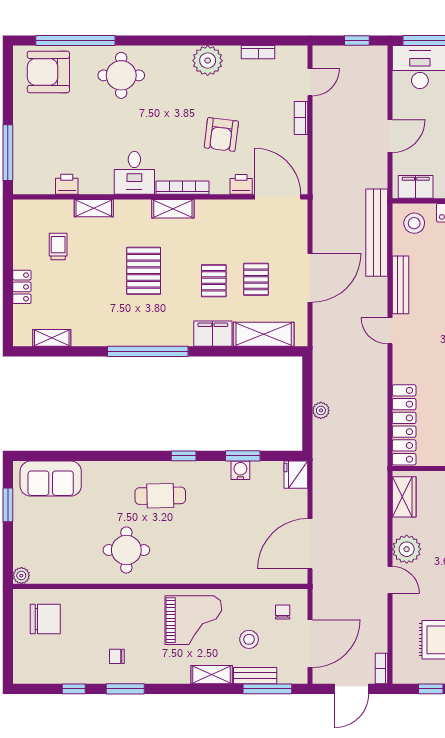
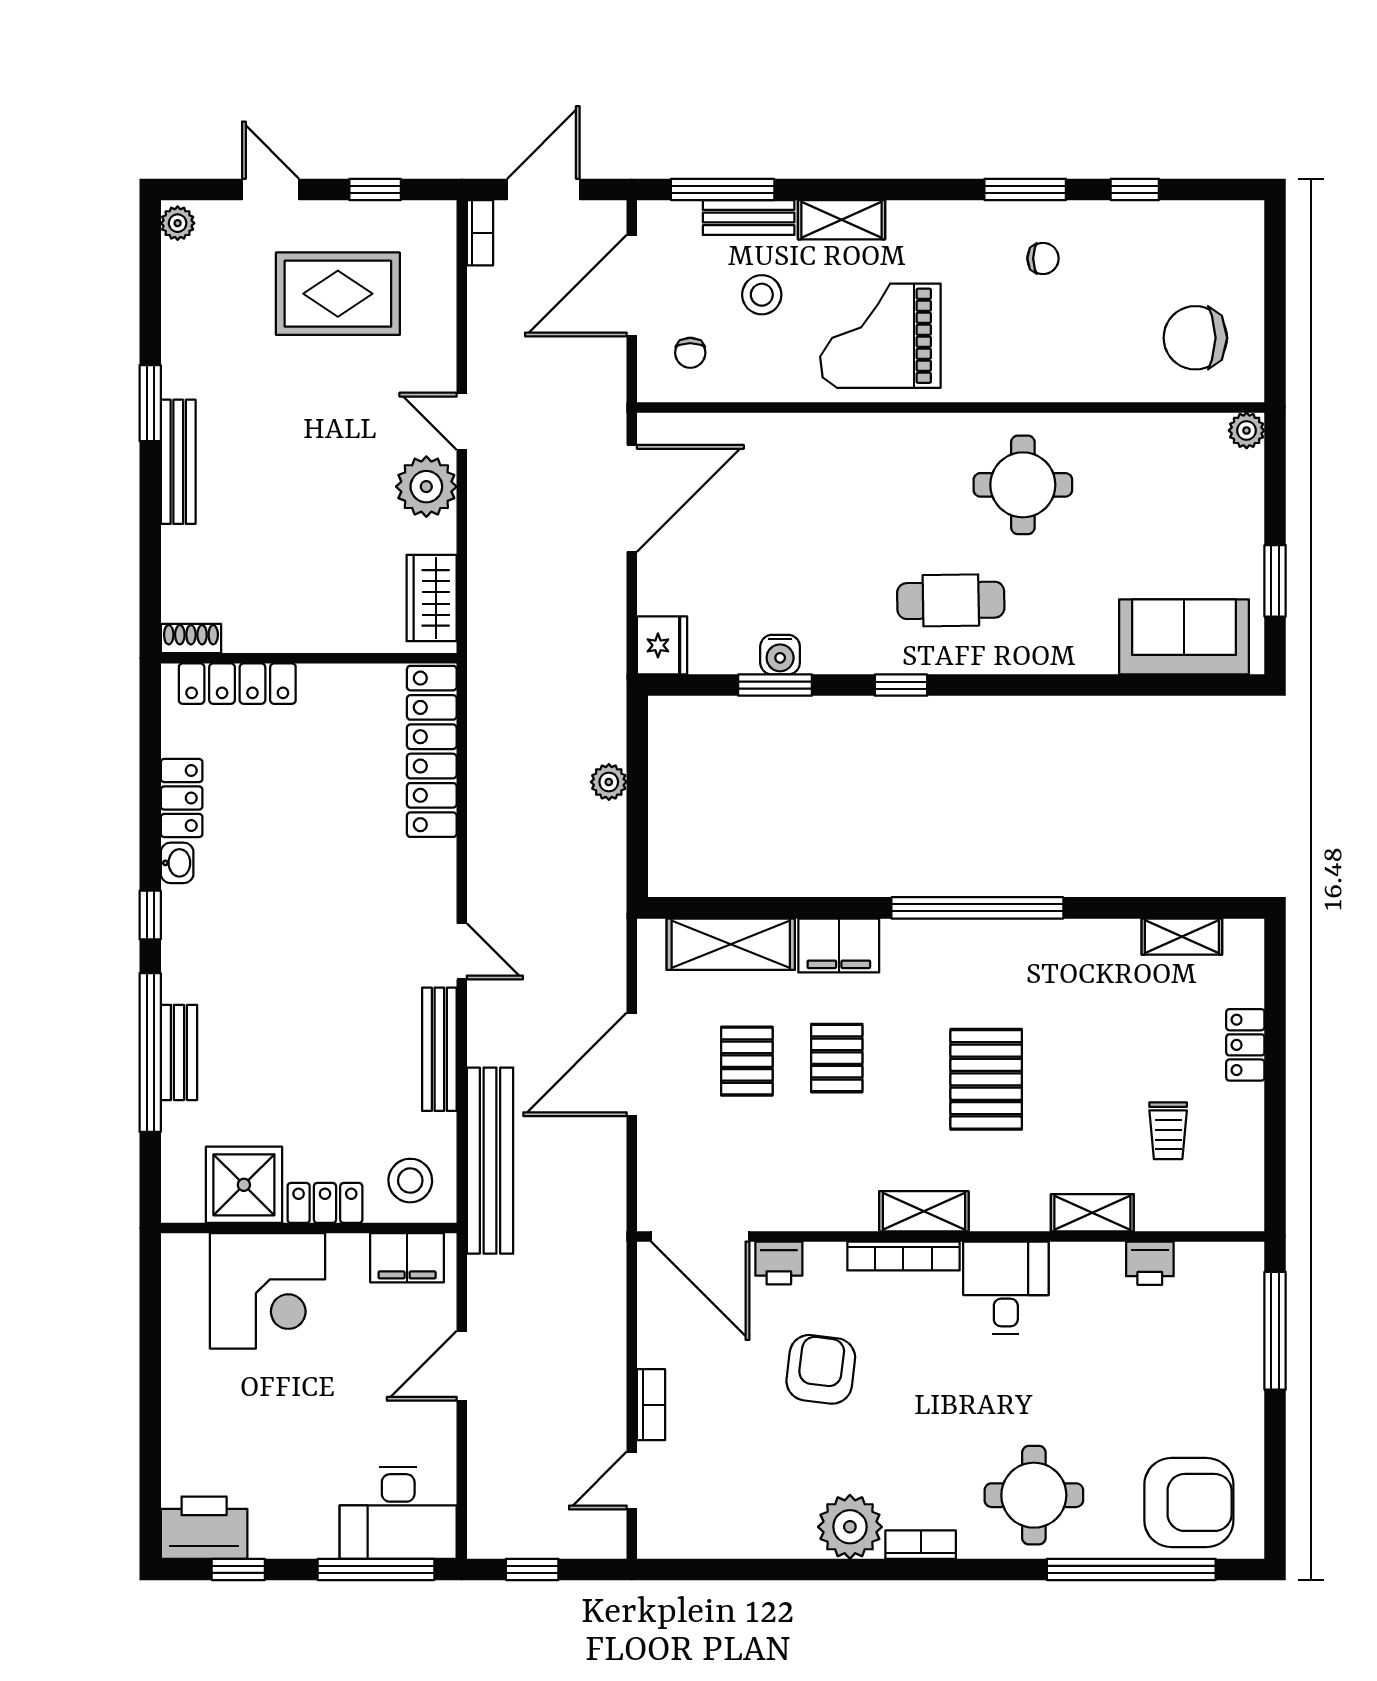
bookcase: (258, 52) -> (921, 1545), moved

